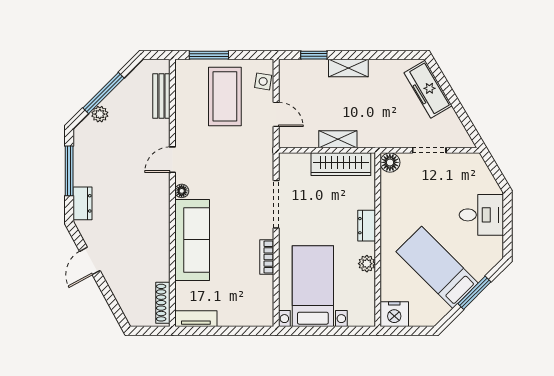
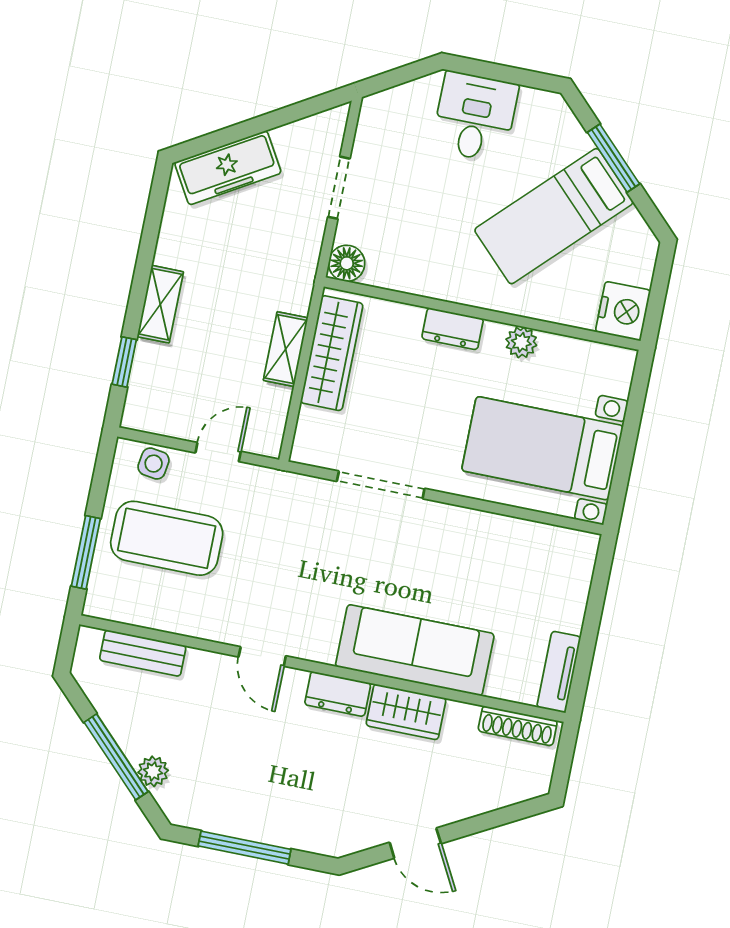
floor lamp: (182, 191) -> (322, 651), removed
dresser: (83, 203) -> (338, 694), moved, turned 180
wardrobe: (158, 242) -> (406, 712), added
bookcase: (267, 257) -> (473, 521), removed

